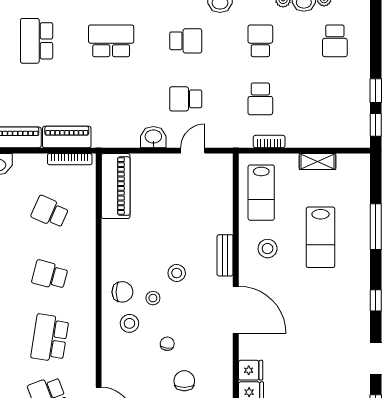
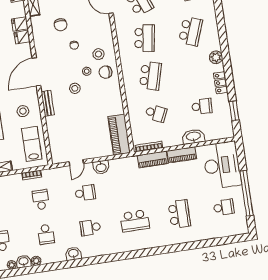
school desk: (50, 275) -> (150, 76), width x1.85
door: (236, 310) -> (36, 72), hinge flipped

